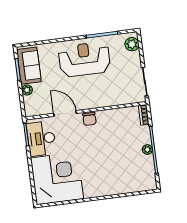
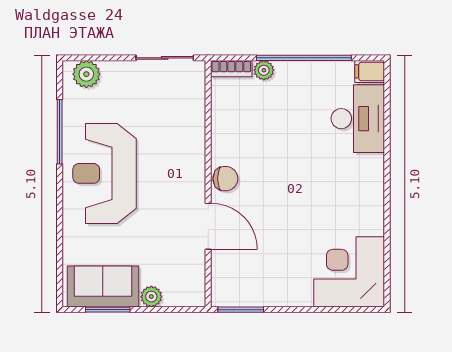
door: (65, 113) -> (208, 226), swing flipped
desk: (41, 139) -> (358, 119), moved, turned -90
plant: (147, 150) -> (264, 70), moved
corner desk: (57, 178) -> (349, 272), width x0.74, depth x0.74
filing cabinet: (151, 183) -> (370, 71), added

